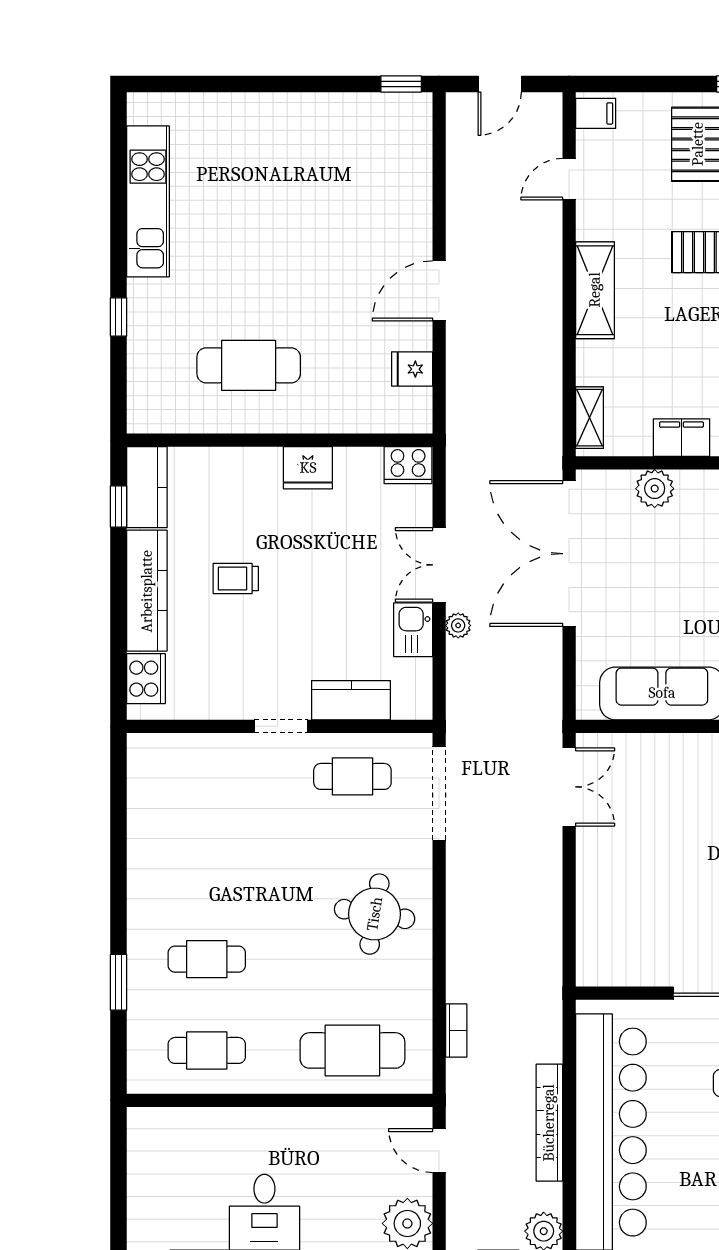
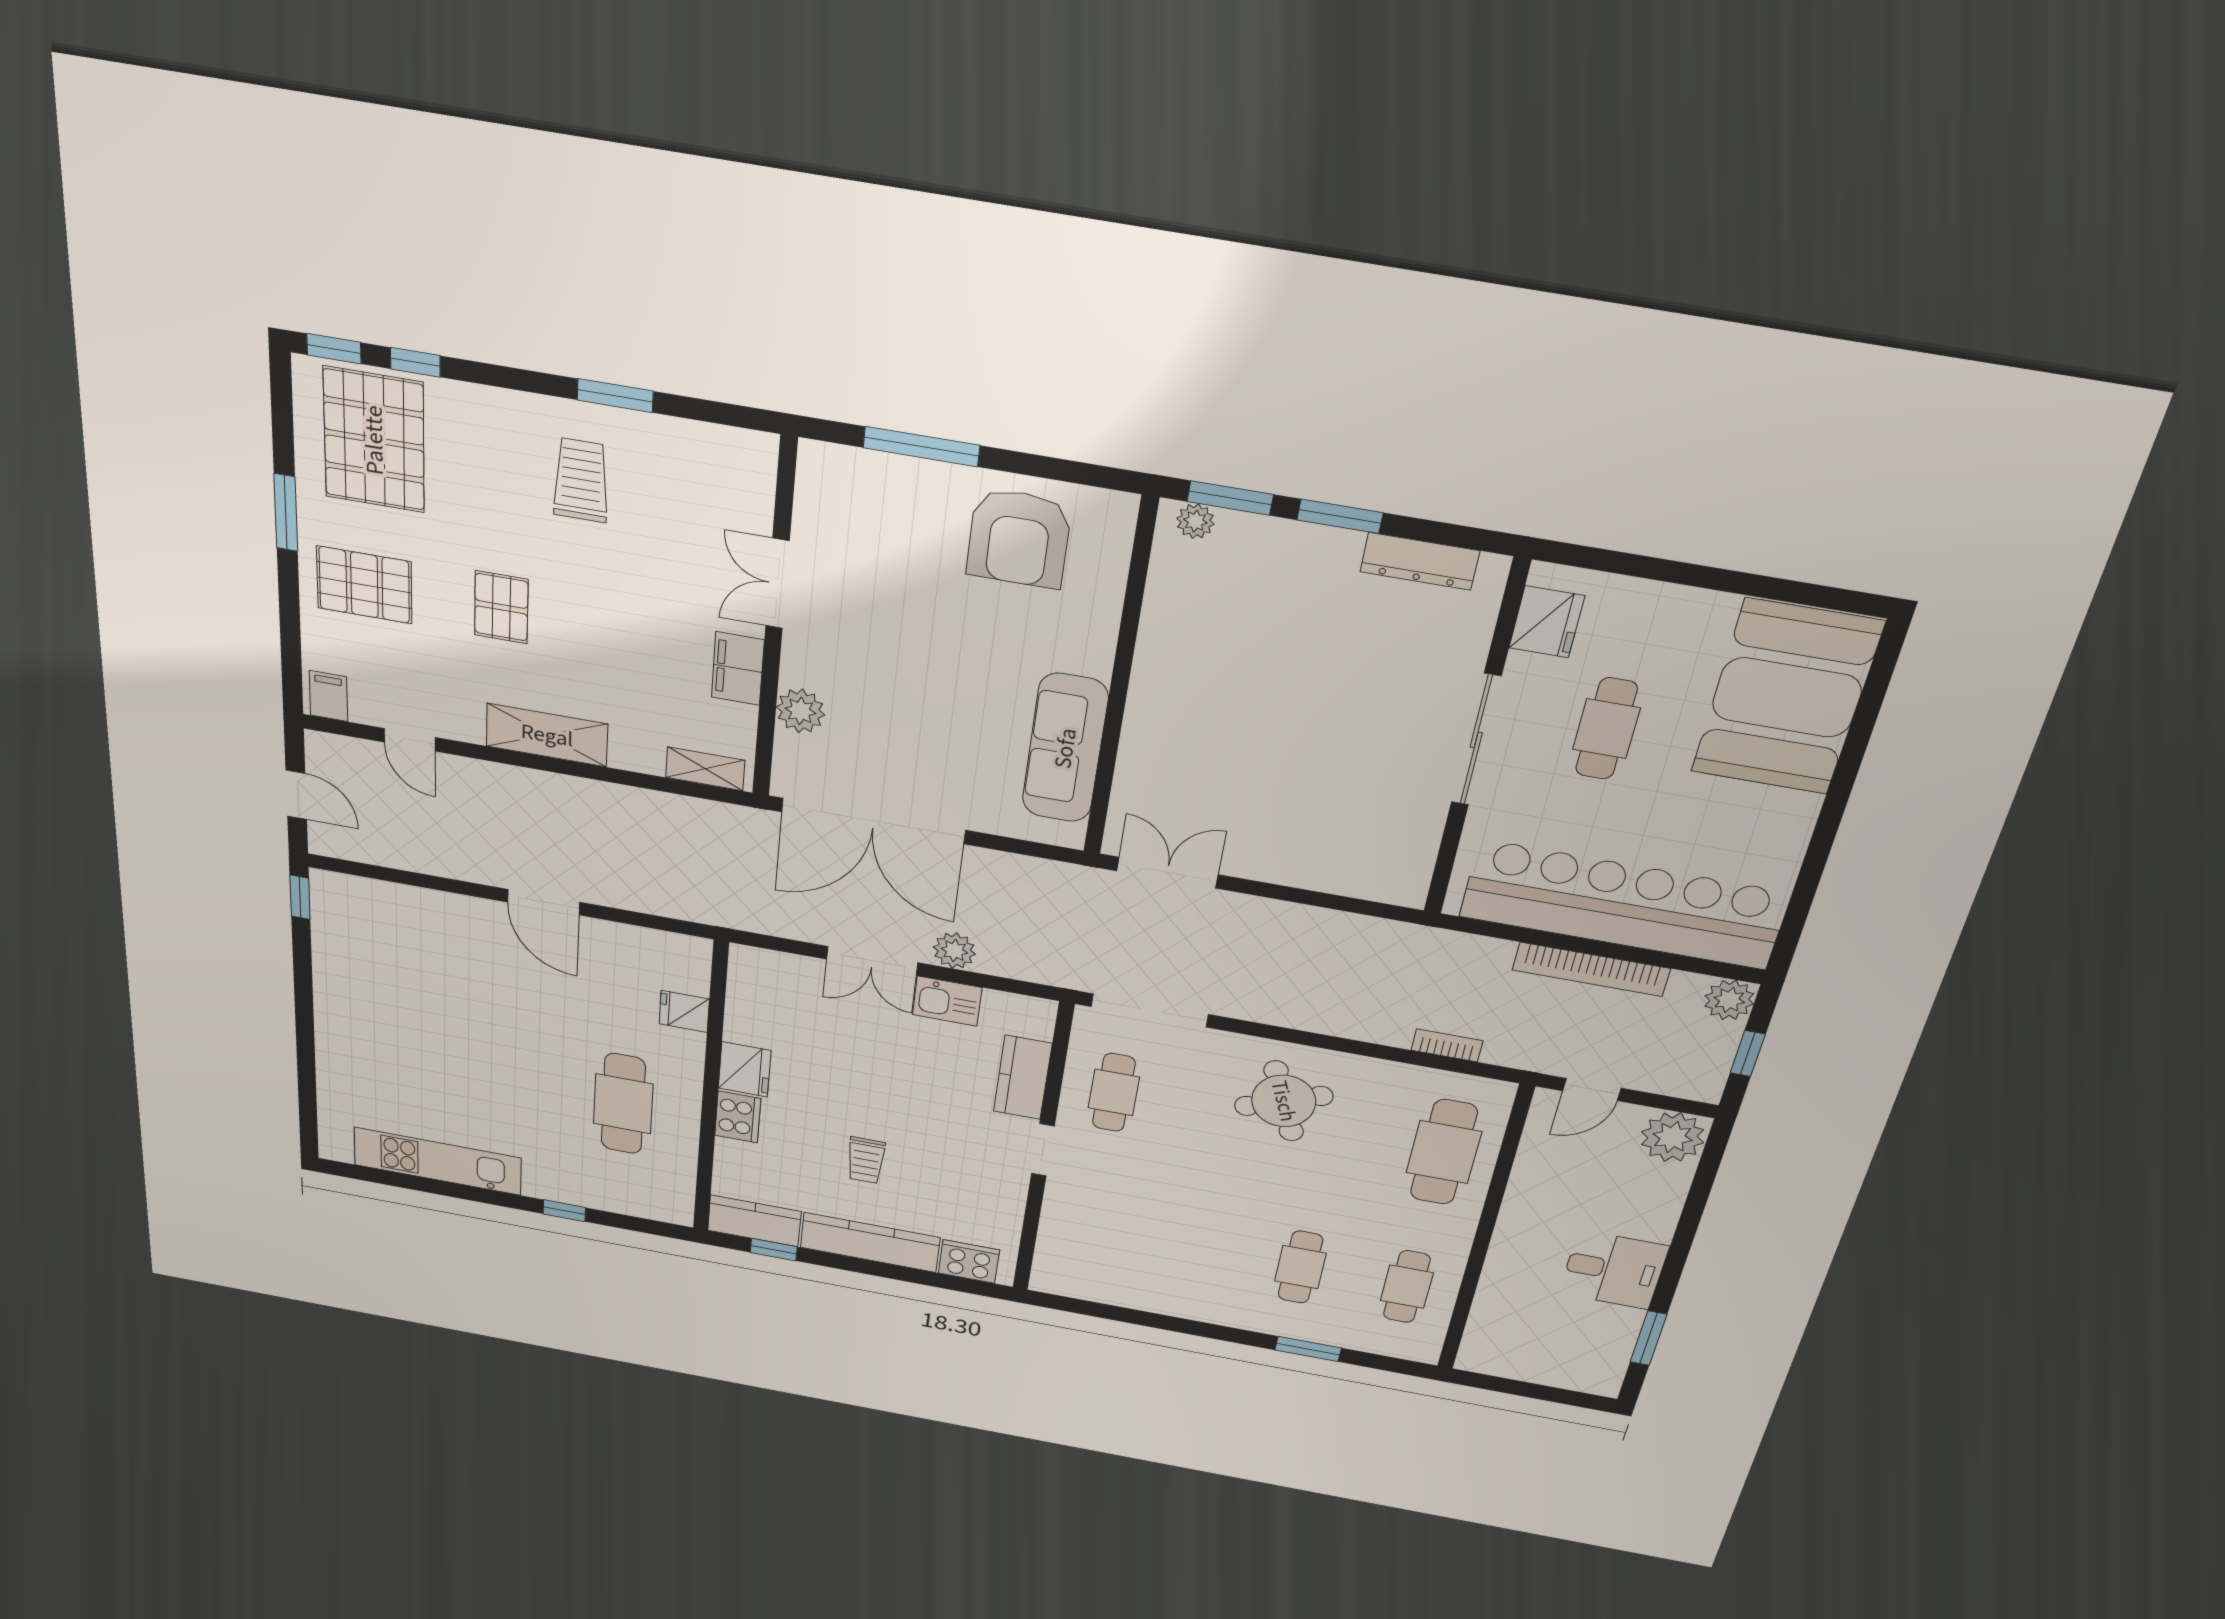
fridge: (412, 369) -> (684, 1011), moved, turned 90
cooker: (408, 465) -> (738, 1117), moved
plant: (458, 625) -> (954, 951), width x1.38, depth x1.38
round table: (375, 914) -> (1284, 1101), turned -31

